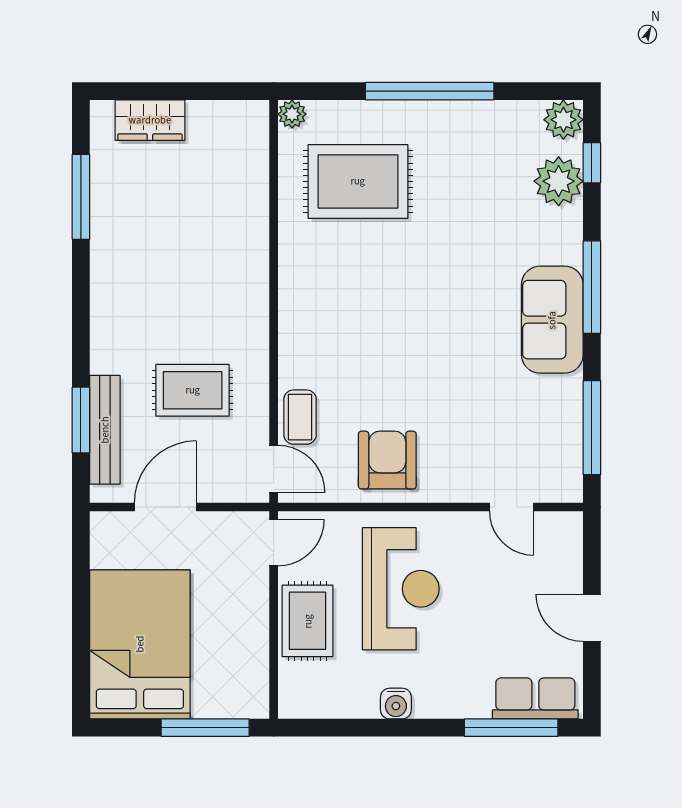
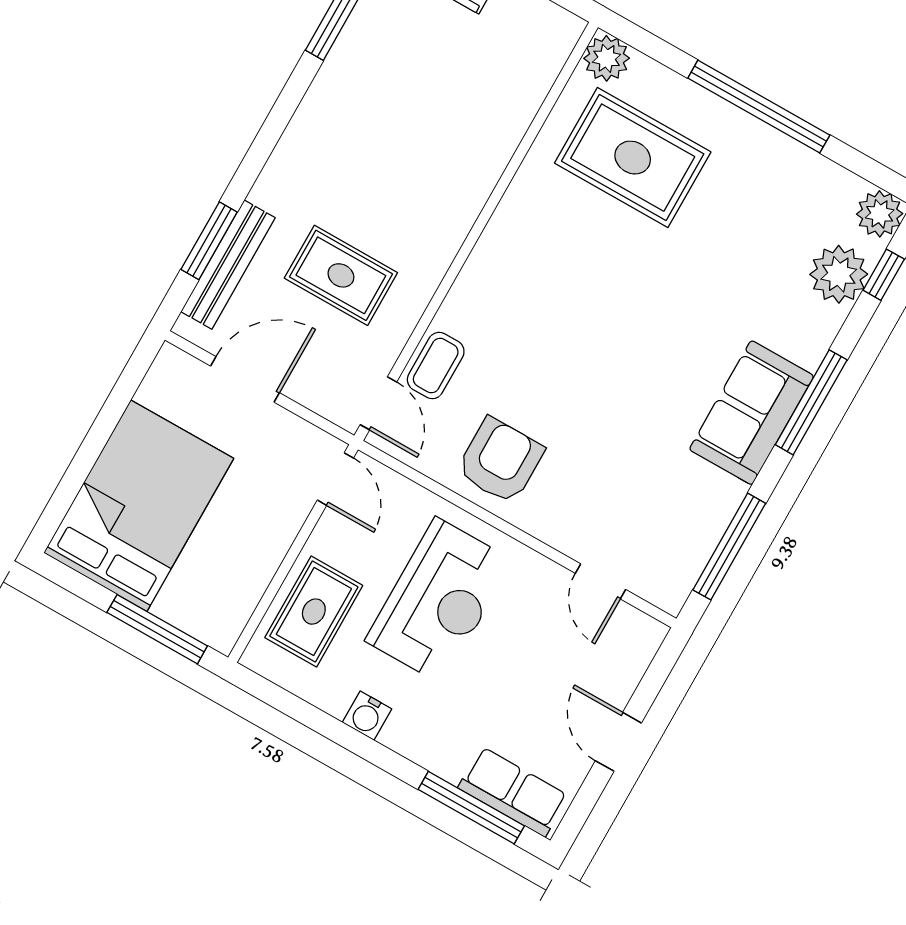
plant: (292, 114) -> (607, 58), width x1.38, depth x1.38
door: (274, 543) -> (335, 479), hinge flipped
rug: (308, 621) -> (314, 612), moved

